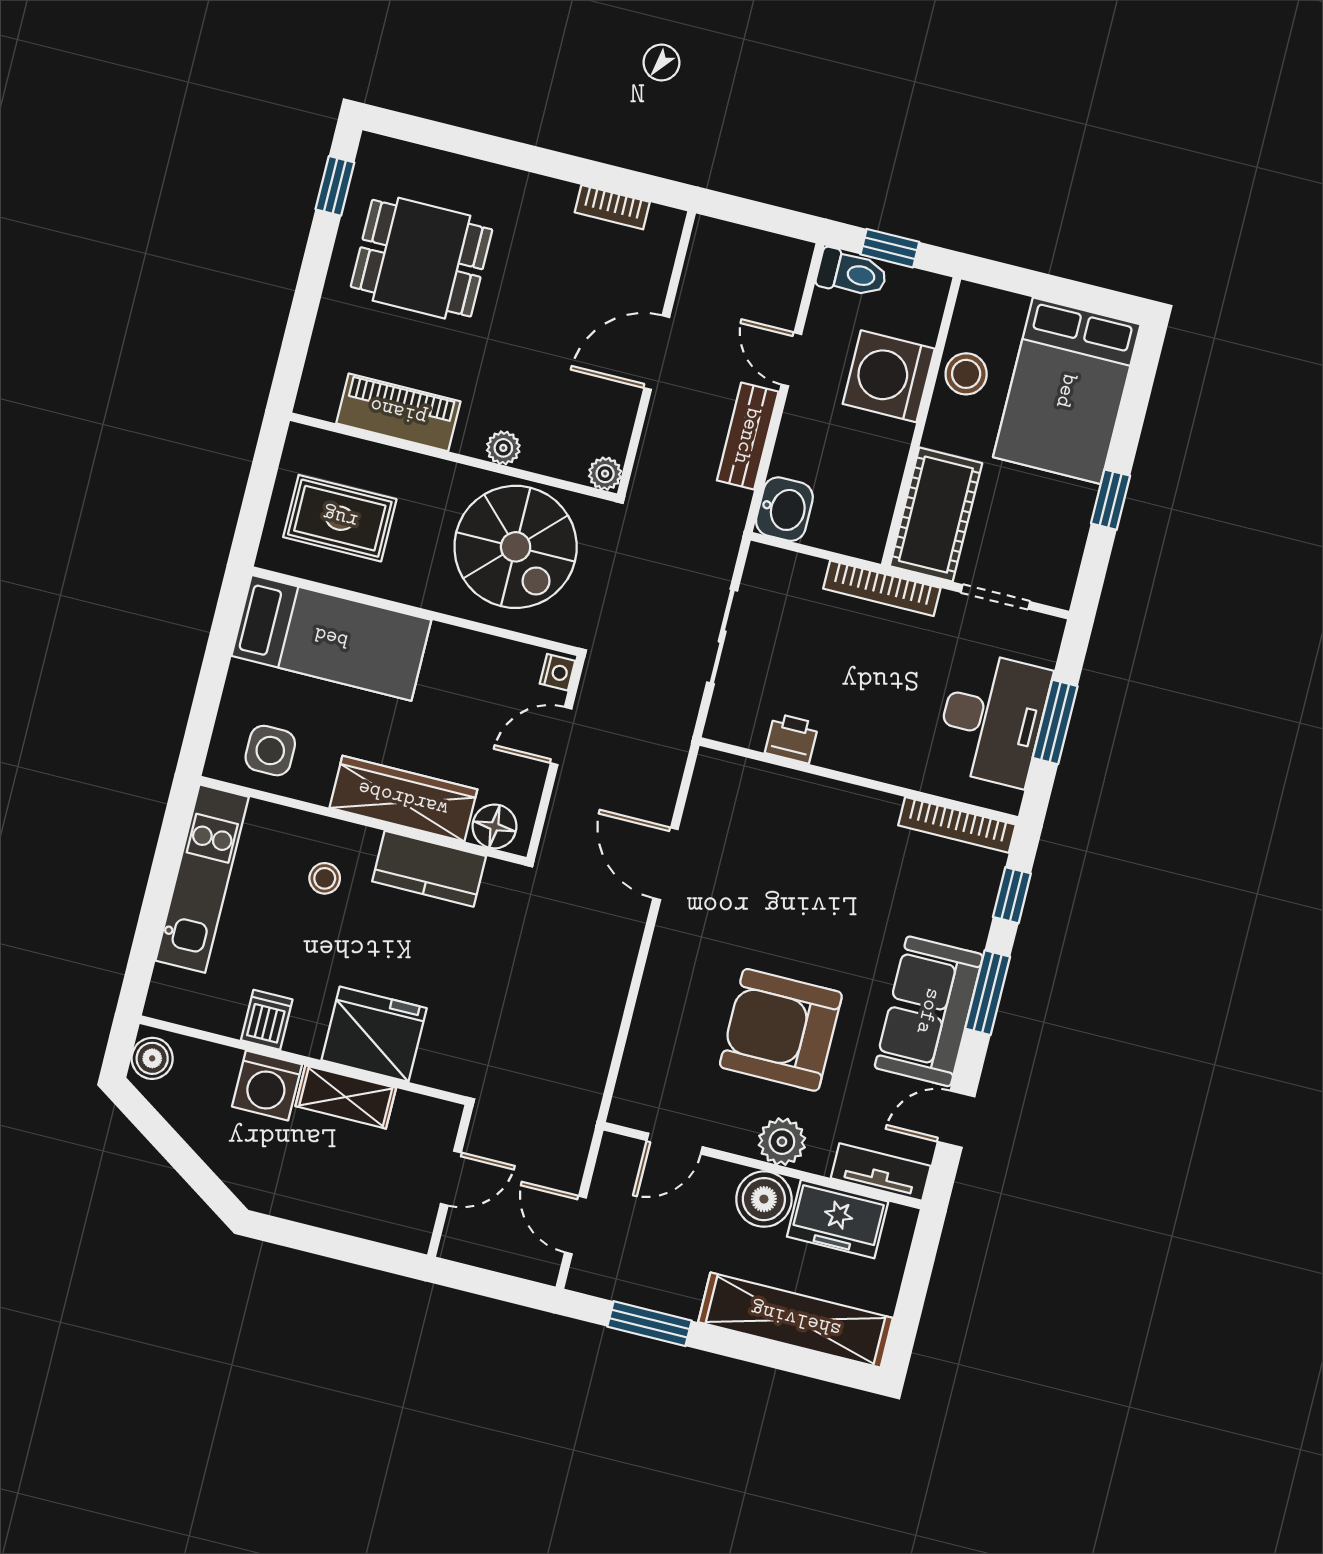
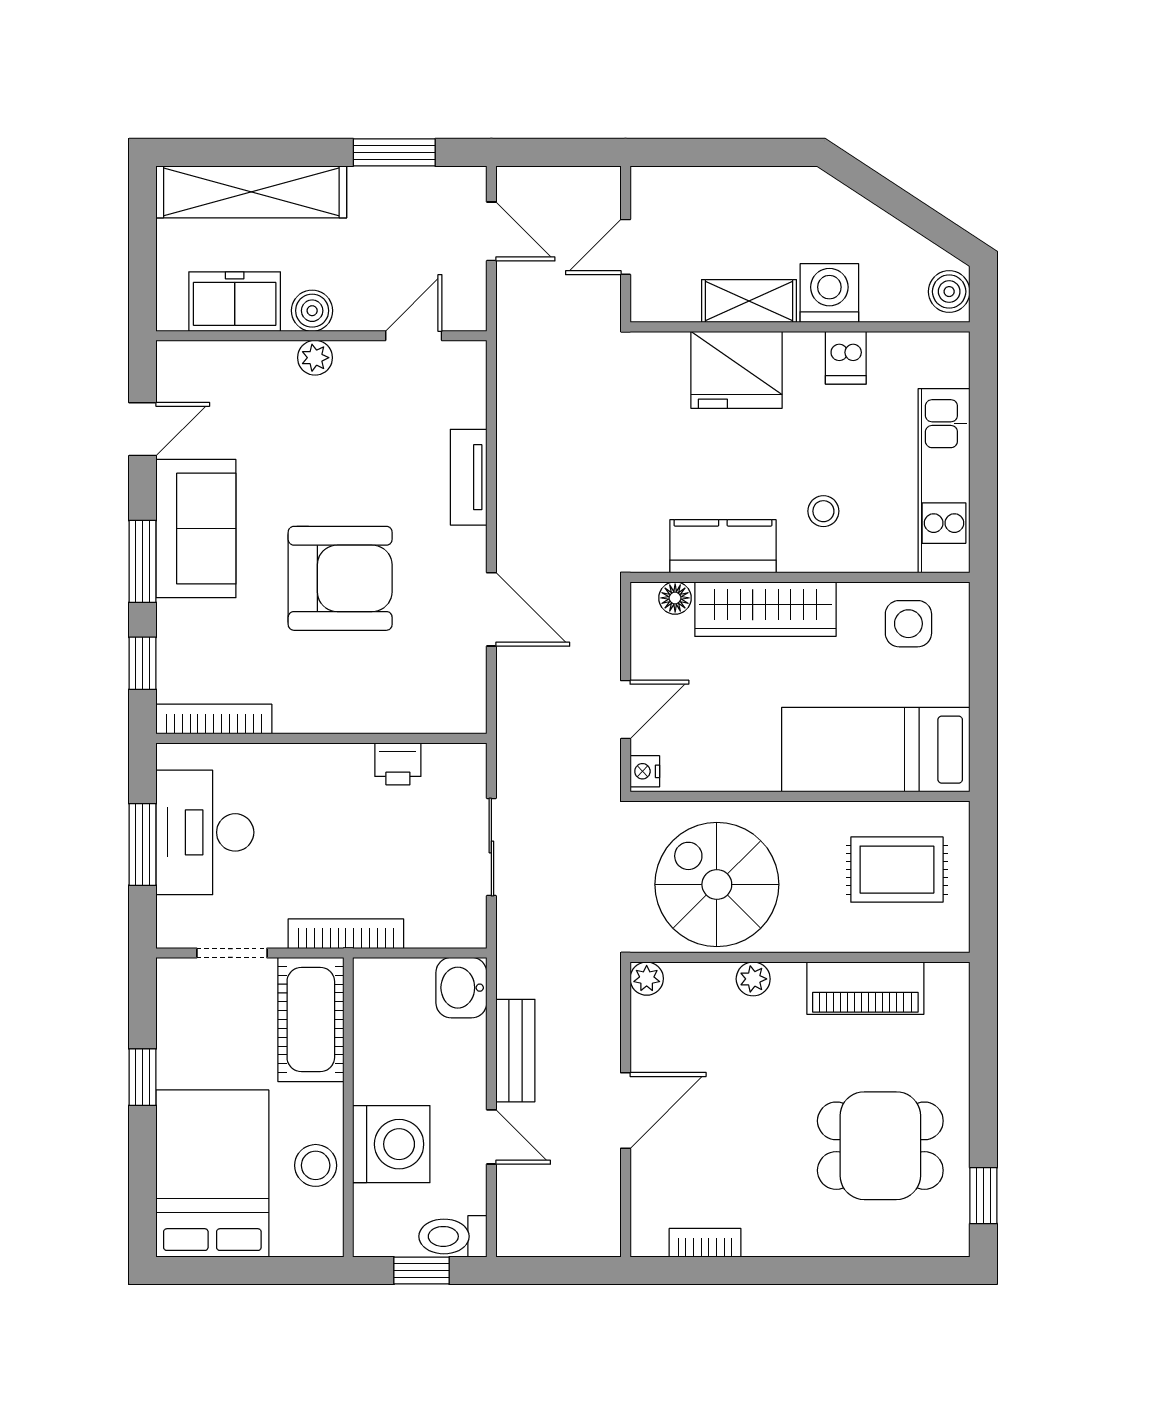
floor lamp: (494, 826) -> (675, 598), width x0.73, depth x0.73
armchair: (781, 1030) -> (340, 578), moved
plant: (782, 1142) -> (315, 358), width x0.73, depth x0.73
tv unit: (881, 1172) -> (469, 477), moved, turned 90
boiler: (764, 1199) -> (312, 311), width x0.73, depth x0.73

